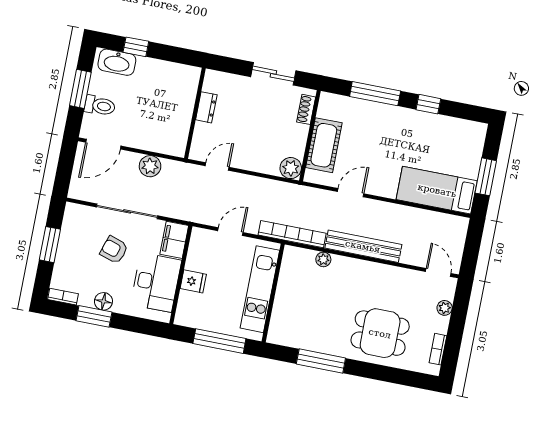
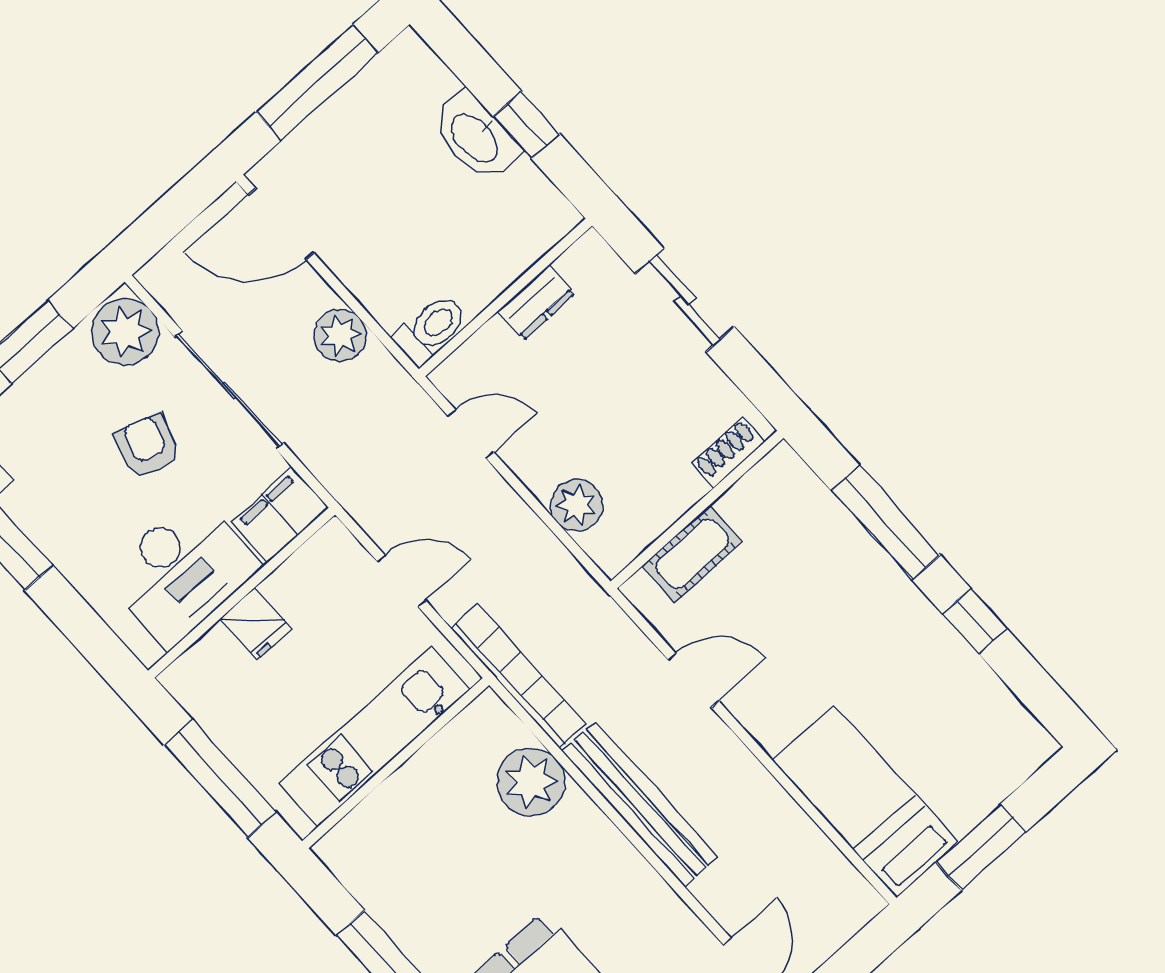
window: (136, 47) -> (526, 125), moved
washbasin: (117, 62) -> (476, 137), moved
sliding door: (273, 74) -> (685, 300), moved
window: (80, 89) -> (317, 82), width x1.44
toilet: (100, 106) -> (431, 329), moved, turned -90
cot: (324, 145) -> (692, 554), width x0.73, depth x0.75
plant: (291, 168) -> (577, 505), moved
plant: (79, 218) -> (125, 332), added
plant: (323, 259) -> (531, 782), width x1.87, depth x1.87
floor lamp: (103, 301) -> (51, 532), removed

